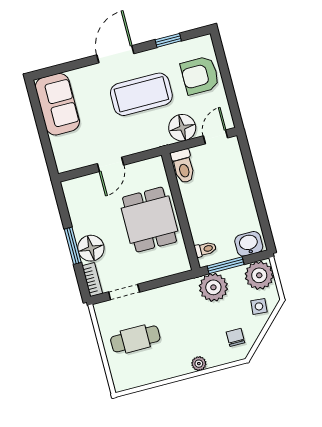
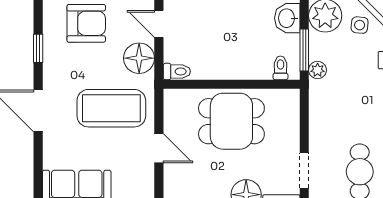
armchair: (200, 75) -> (86, 23), turned -90
coffee table: (141, 94) -> (111, 108), moved, turned 90
toilet: (183, 166) -> (177, 71), width x0.73, depth x0.72
plant: (213, 287) -> (318, 70), width x0.53, depth x0.53

